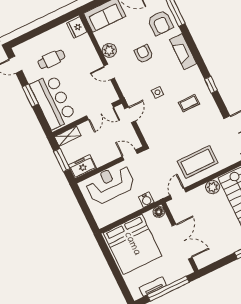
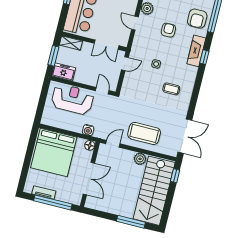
window: (211, 85) -> (204, 57), moved

